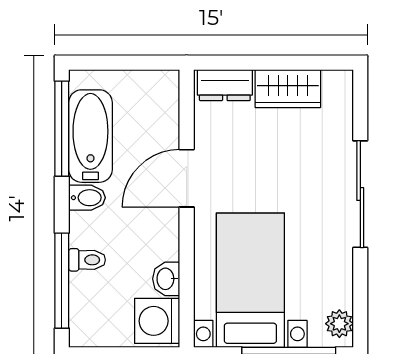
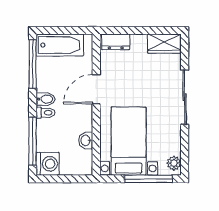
wardrobe: (288, 89) -> (164, 44), moved
bathtub: (90, 136) -> (60, 45), moved, turned 90
toilet: (87, 260) -> (46, 113), moved
washing machine: (157, 321) -> (48, 164), moved, turned 180

